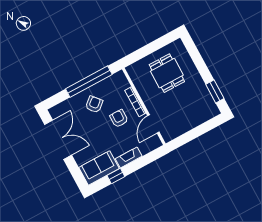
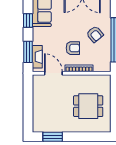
fireplace: (129, 157) -> (37, 57), moved
window: (146, 160) -> (28, 52), added

